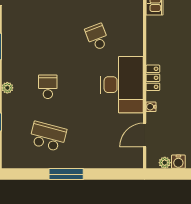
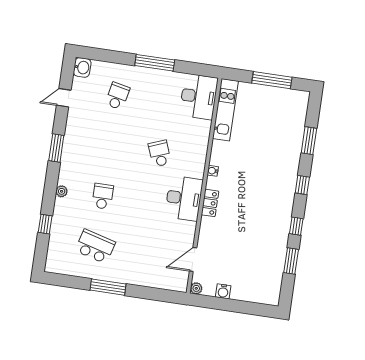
desk: (122, 85) -> (184, 198), width x0.73, depth x0.77
water cooler: (151, 107) -> (213, 171), moved
plant: (165, 163) -> (196, 288), moved

